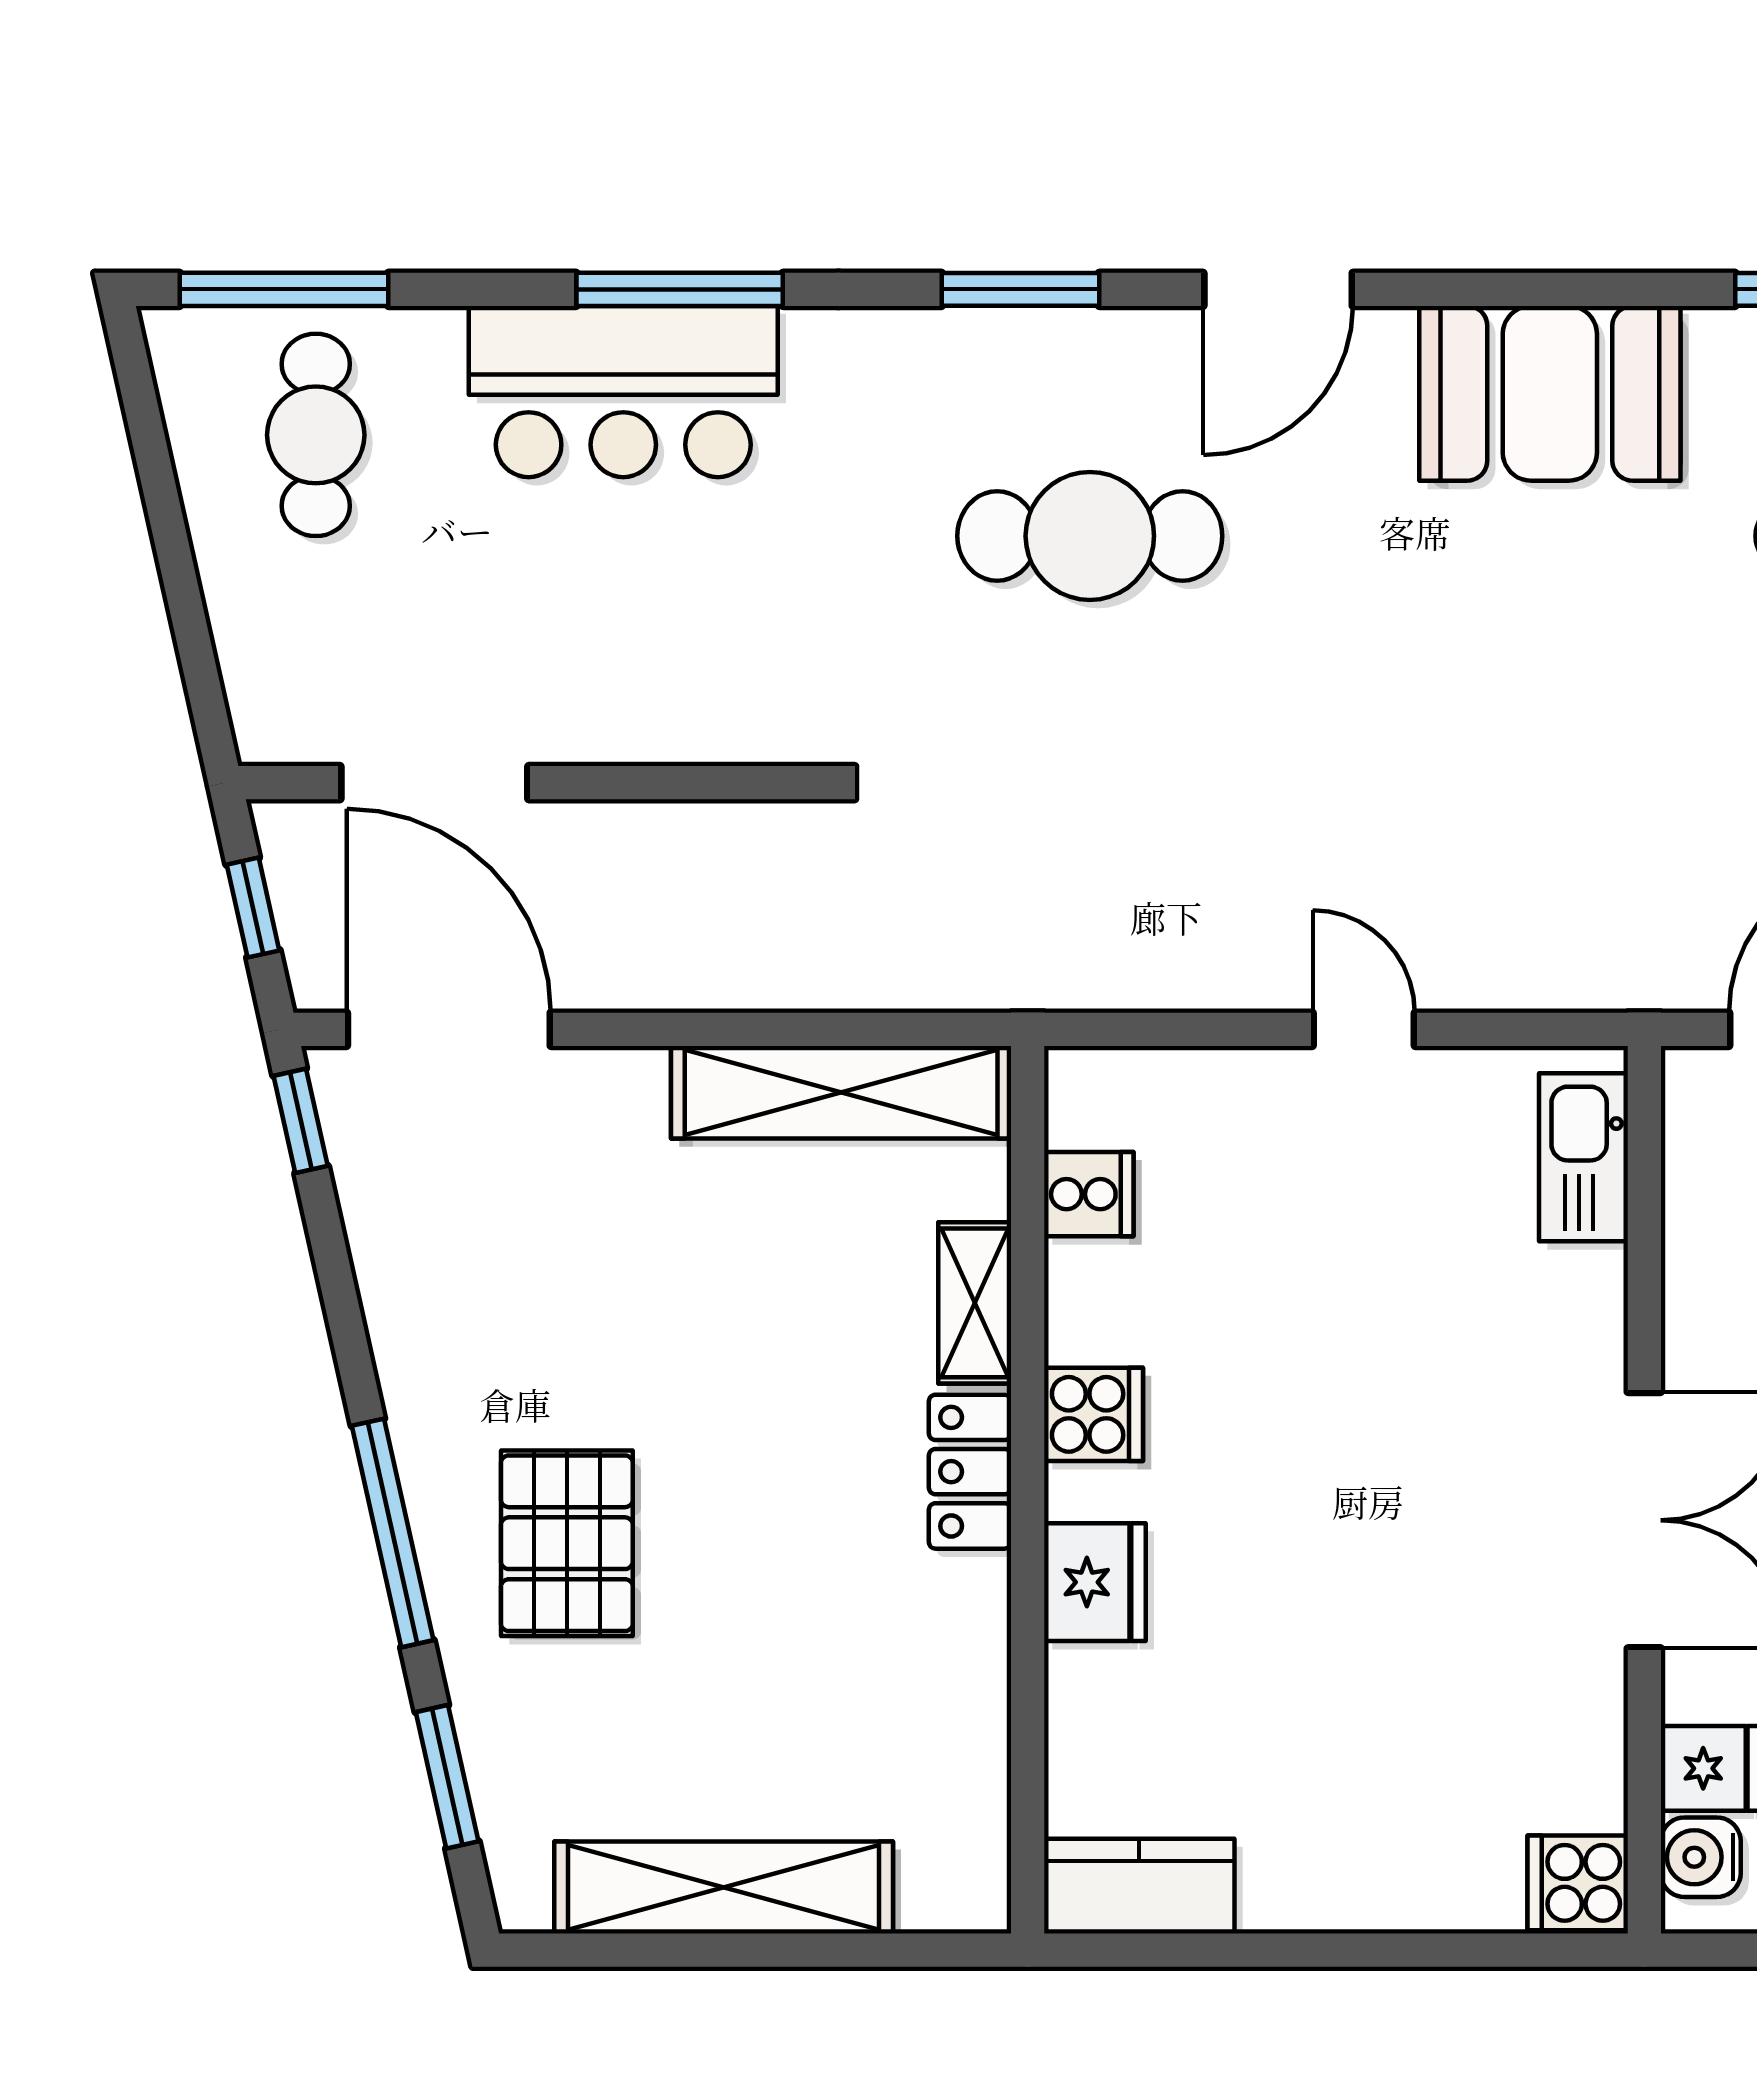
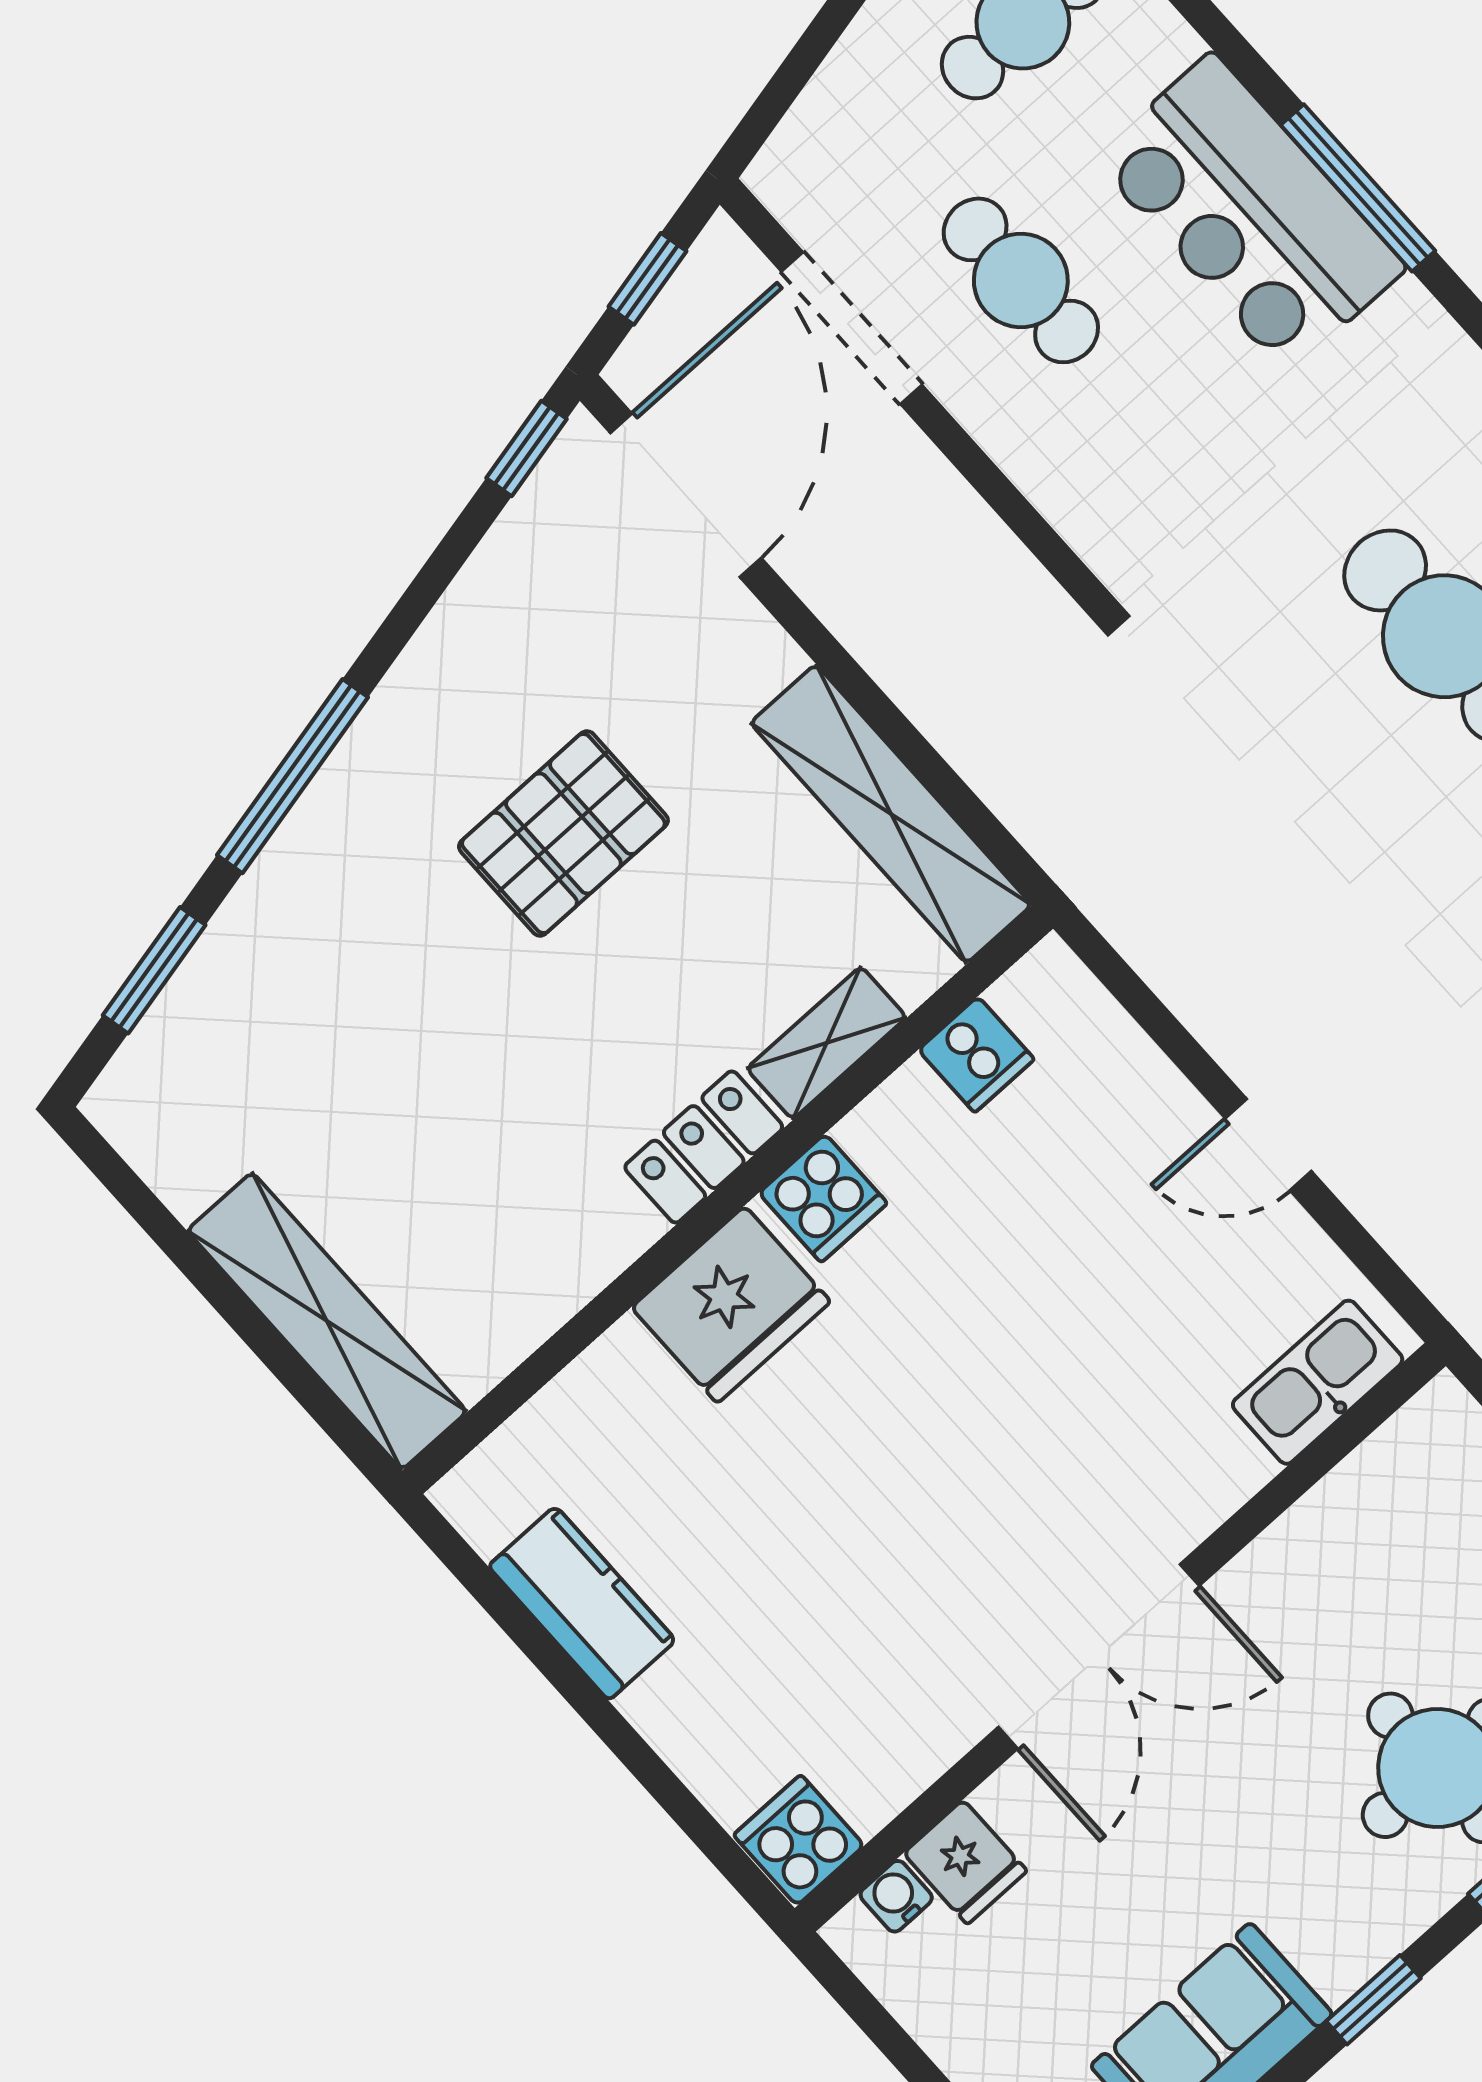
cafe table: (516, 617) -> (1021, 280), added
door: (1364, 1029) -> (1268, 1145), swing flipped
pallet: (567, 1543) -> (563, 833), moved
fridge: (1095, 1582) -> (731, 1305), width x1.36, depth x1.34
water cooler: (1701, 1857) -> (896, 1896), width x0.72, depth x0.72
kitchen counter: (1139, 1886) -> (582, 1603), moved
shelving: (724, 1888) -> (327, 1321), moved

